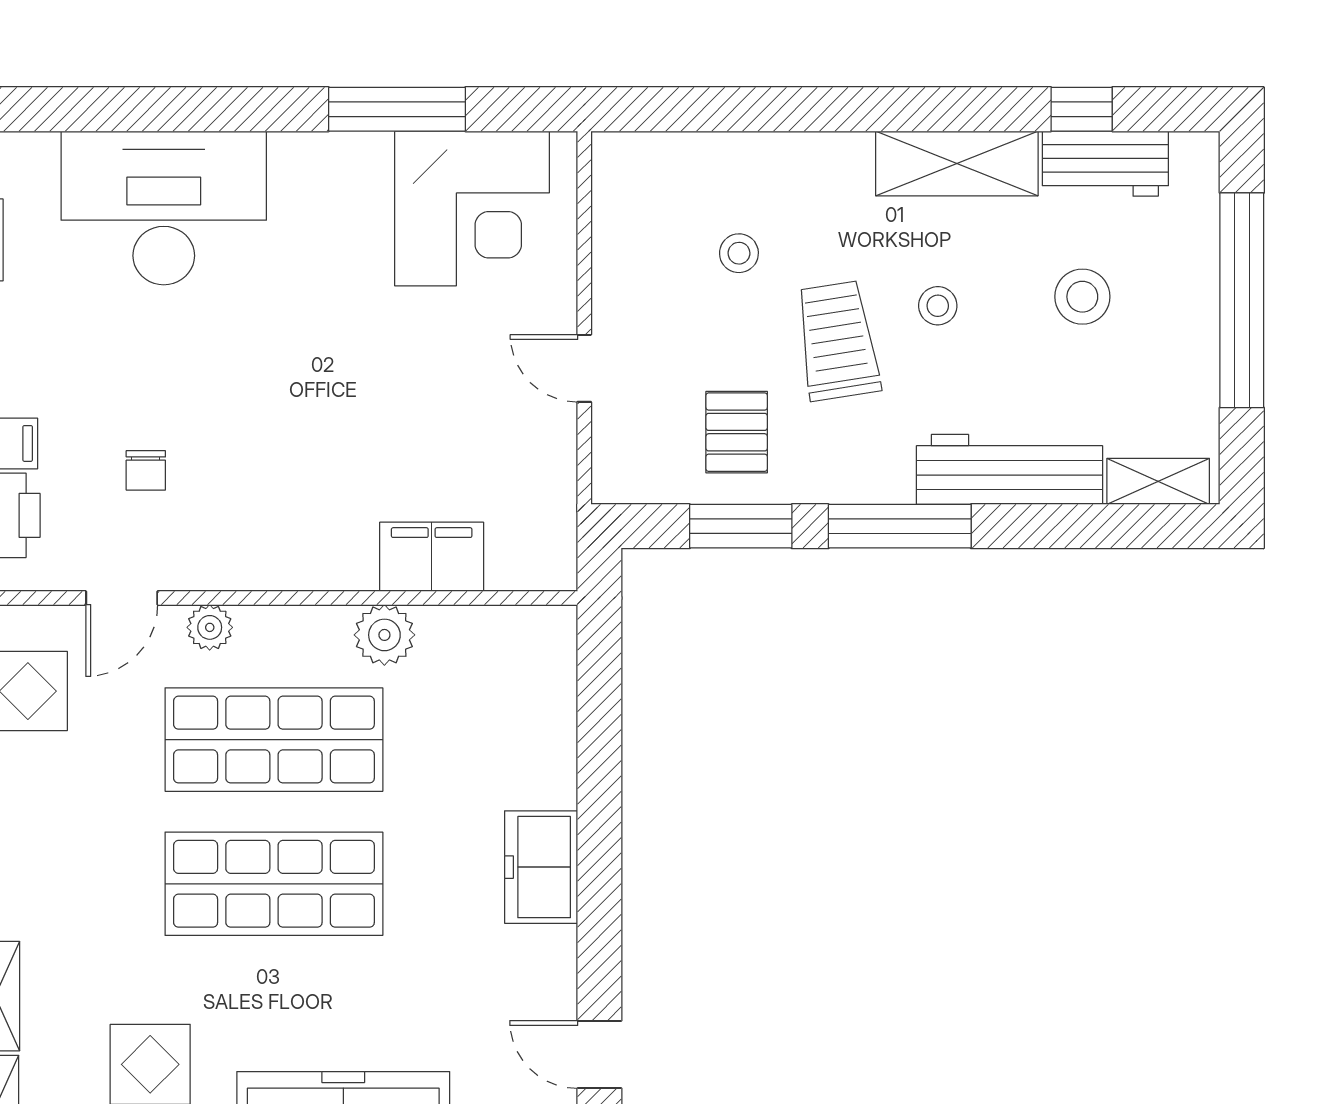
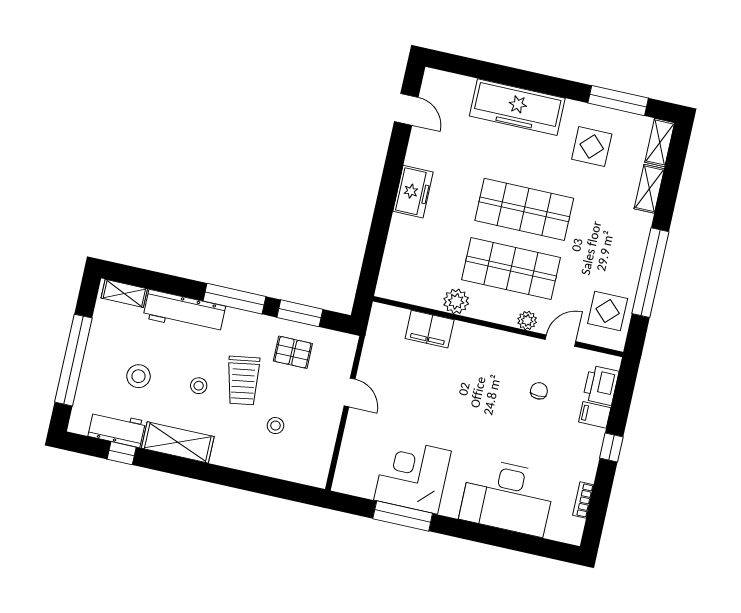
corner desk: (472, 208) -> (413, 475), moved
pallet: (737, 432) -> (293, 352), turned 90

